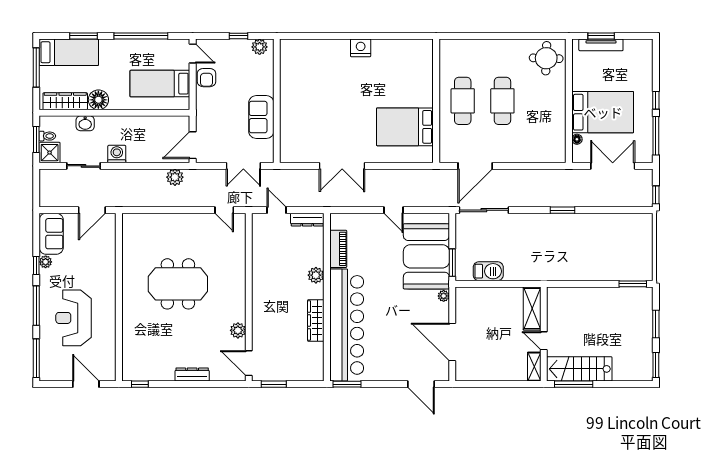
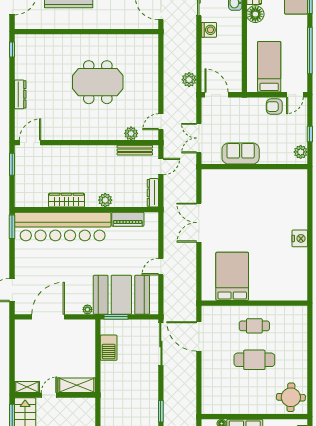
cafe table: (463, 101) -> (254, 326), width x0.73, depth x0.74
bench: (257, 241) -> (135, 150), added
meeting table: (178, 284) -> (98, 82), turned 90
plant: (238, 330) -> (131, 133), moved

